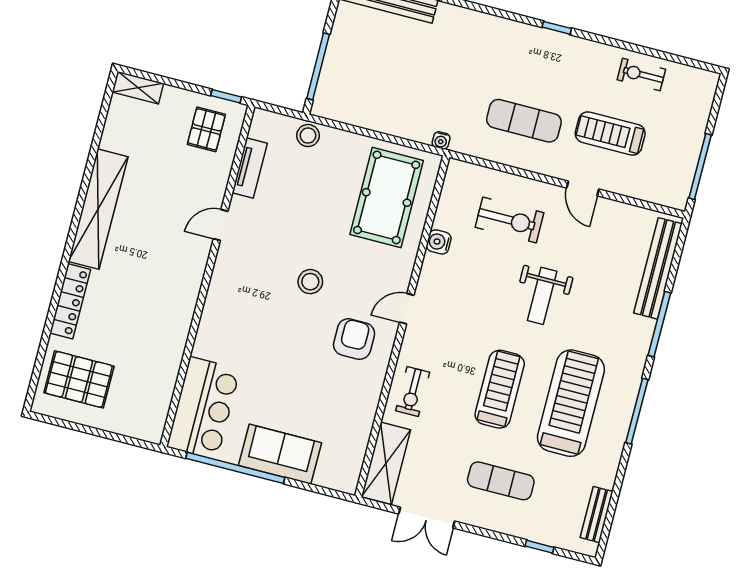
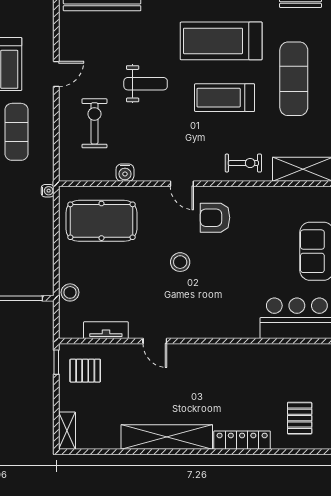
pallet: (79, 379) -> (300, 418), width x0.67, depth x0.71
exercise mat: (501, 481) -> (294, 79), width x1.36, depth x1.45

